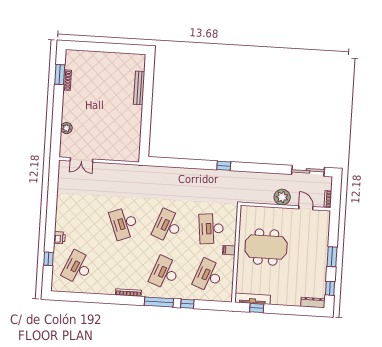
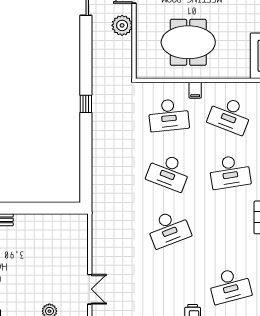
meeting table: (266, 247) -> (188, 42), turned 90
desk: (78, 268) -> (230, 286), turned -39
desk: (165, 273) -> (230, 172), turned -30

